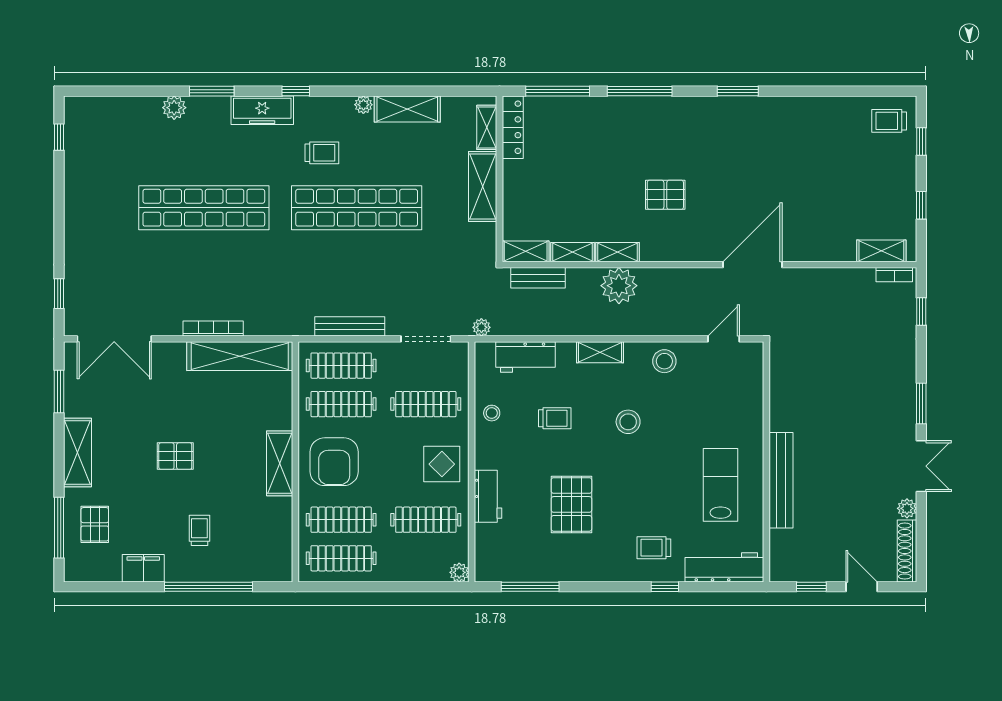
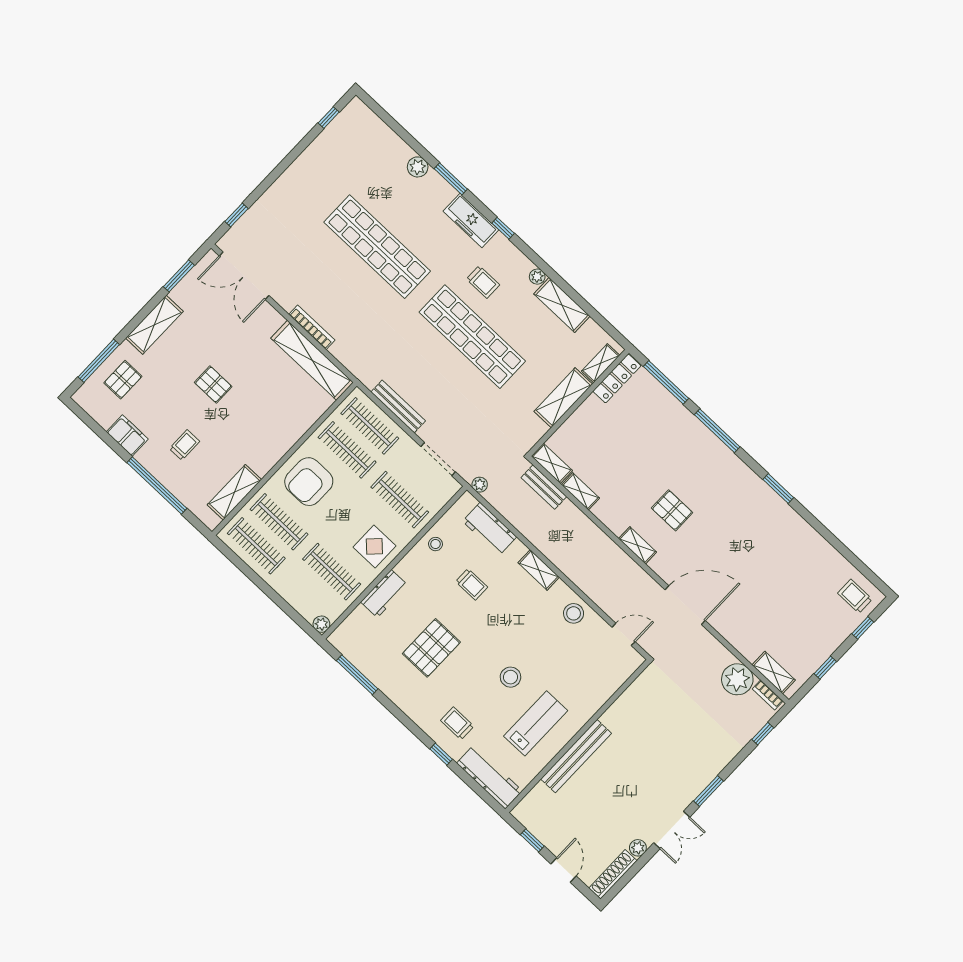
shelving: (618, 252) -> (638, 545), moved
plant: (619, 286) -> (737, 679), moved
stool: (628, 422) -> (510, 677), moved
shelving: (280, 463) -> (234, 492), moved

